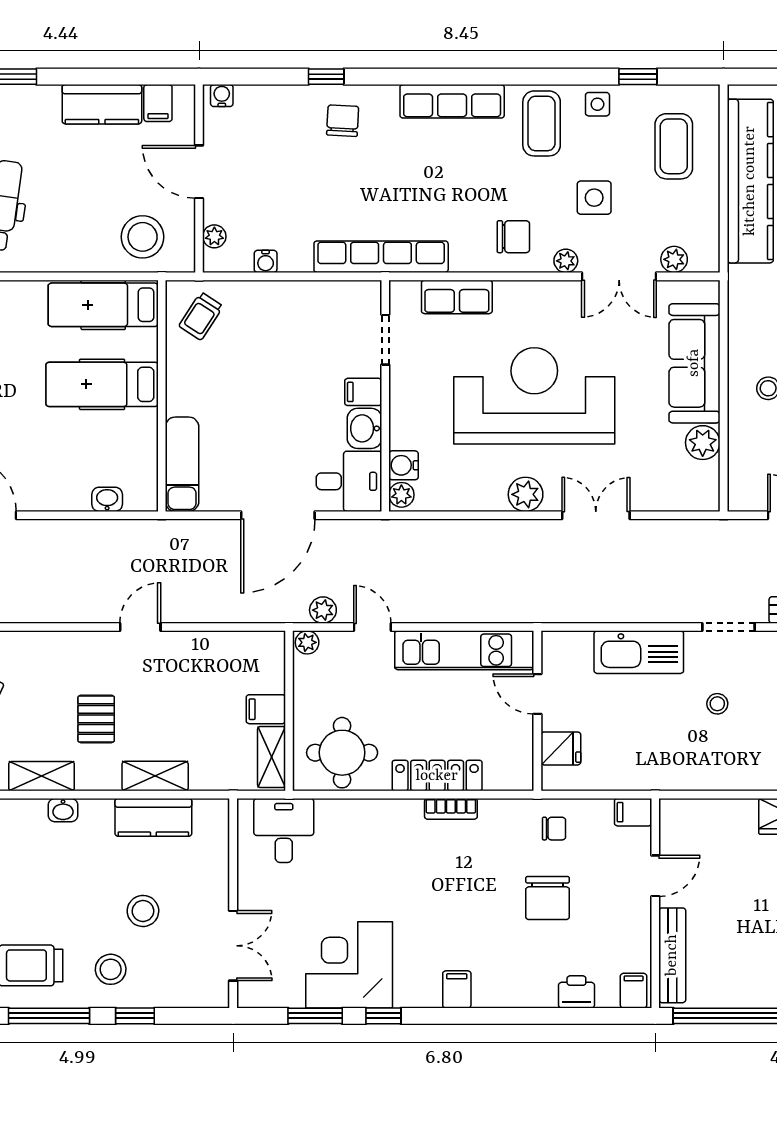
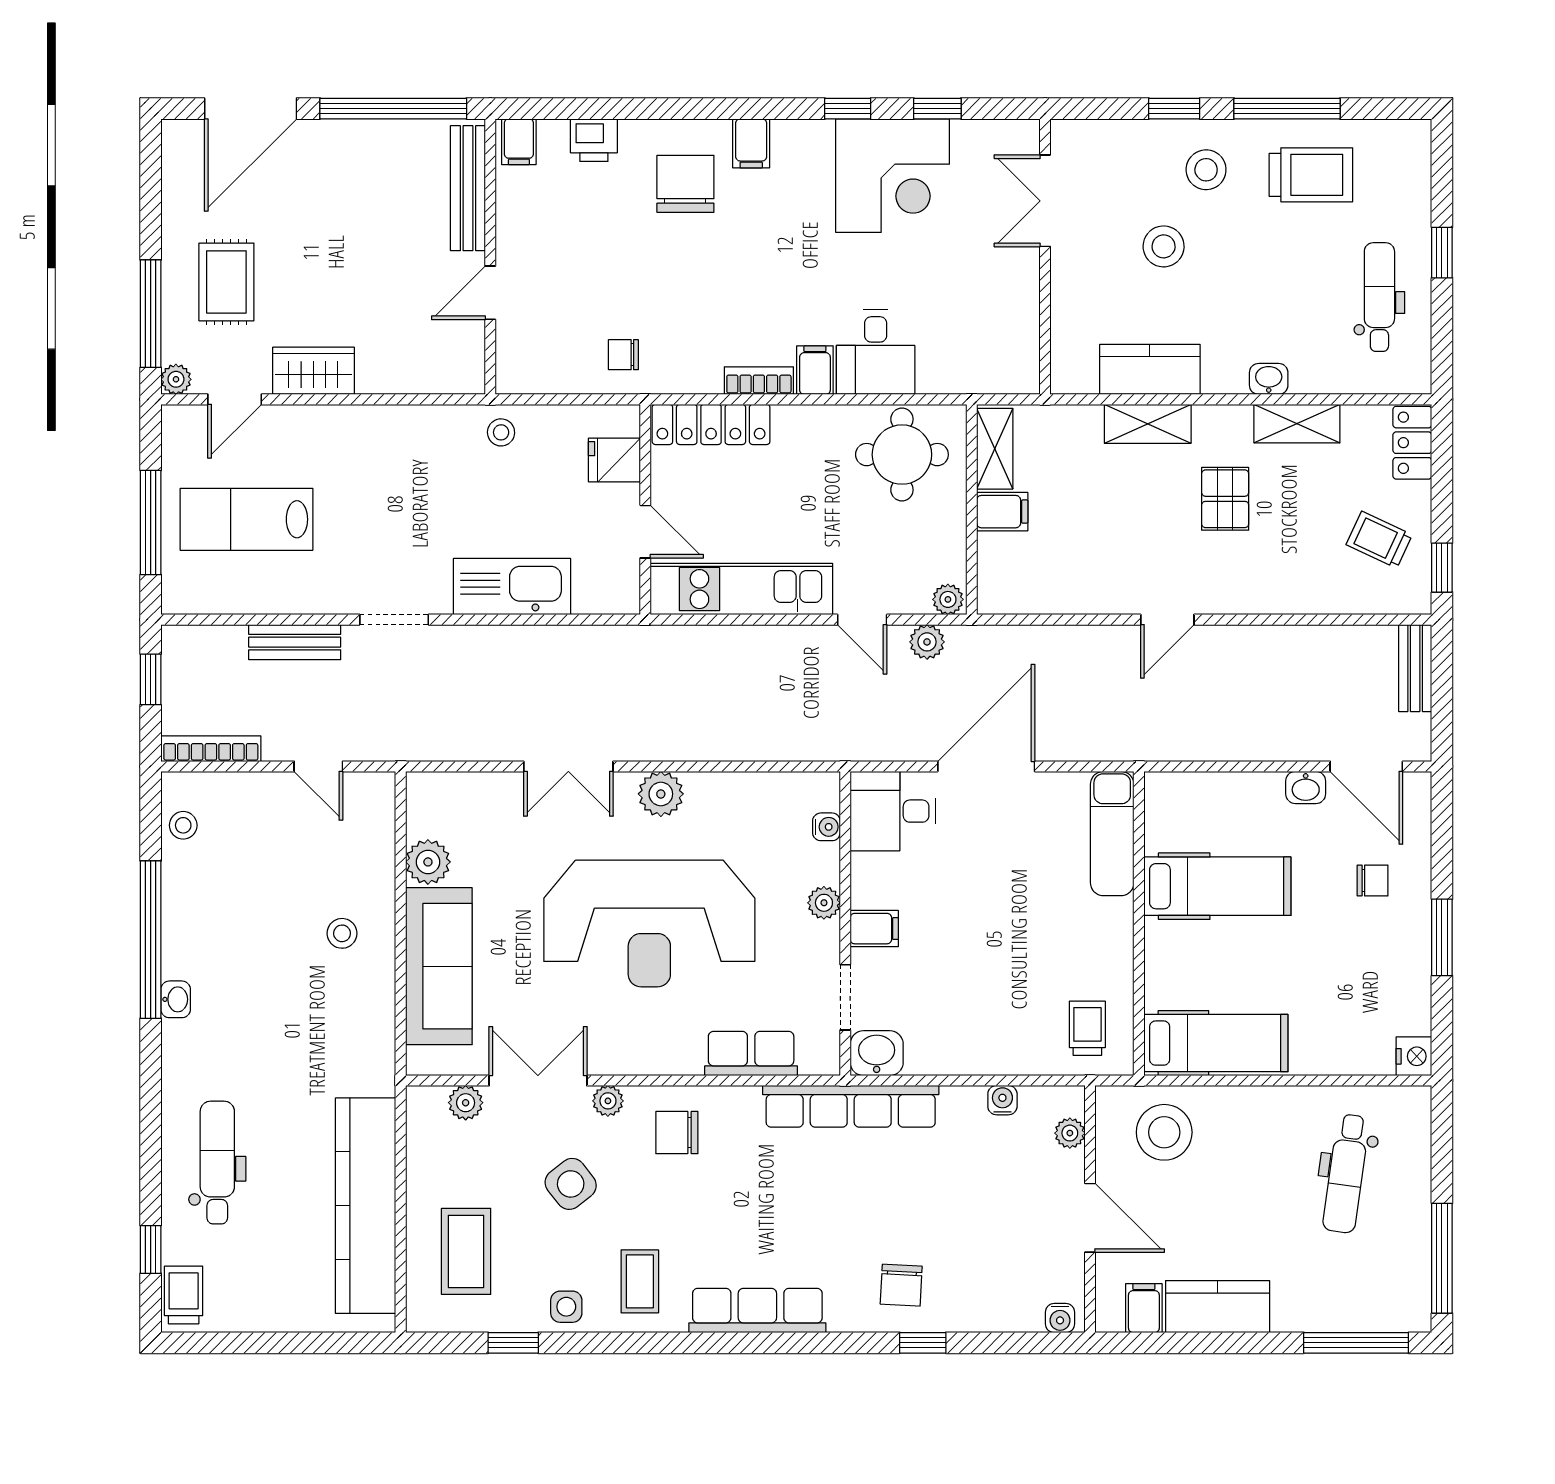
coffee table: (542, 123) -> (640, 1281), width x0.73, depth x0.77
side table: (594, 198) -> (571, 1184), turned -38
trolley: (201, 316) -> (1087, 1028), turned -33
hospital bed: (102, 384) -> (1217, 886), moved
washbasin: (364, 428) -> (877, 1053), moved, turned -90
water cooler: (404, 465) -> (826, 827), width x0.72, depth x0.72
plant: (401, 495) -> (824, 903), moved
washbasin: (107, 499) -> (1306, 787), moved
stool: (717, 704) -> (501, 432), moved
locker: (437, 776) -> (711, 424), moved
filing cabinet: (633, 812) -> (815, 370), moved, turned -90
desk: (284, 830) -> (876, 352), moved
chair: (548, 898) -> (685, 184), moved
window: (315, 1016) -> (937, 109), width x0.67

